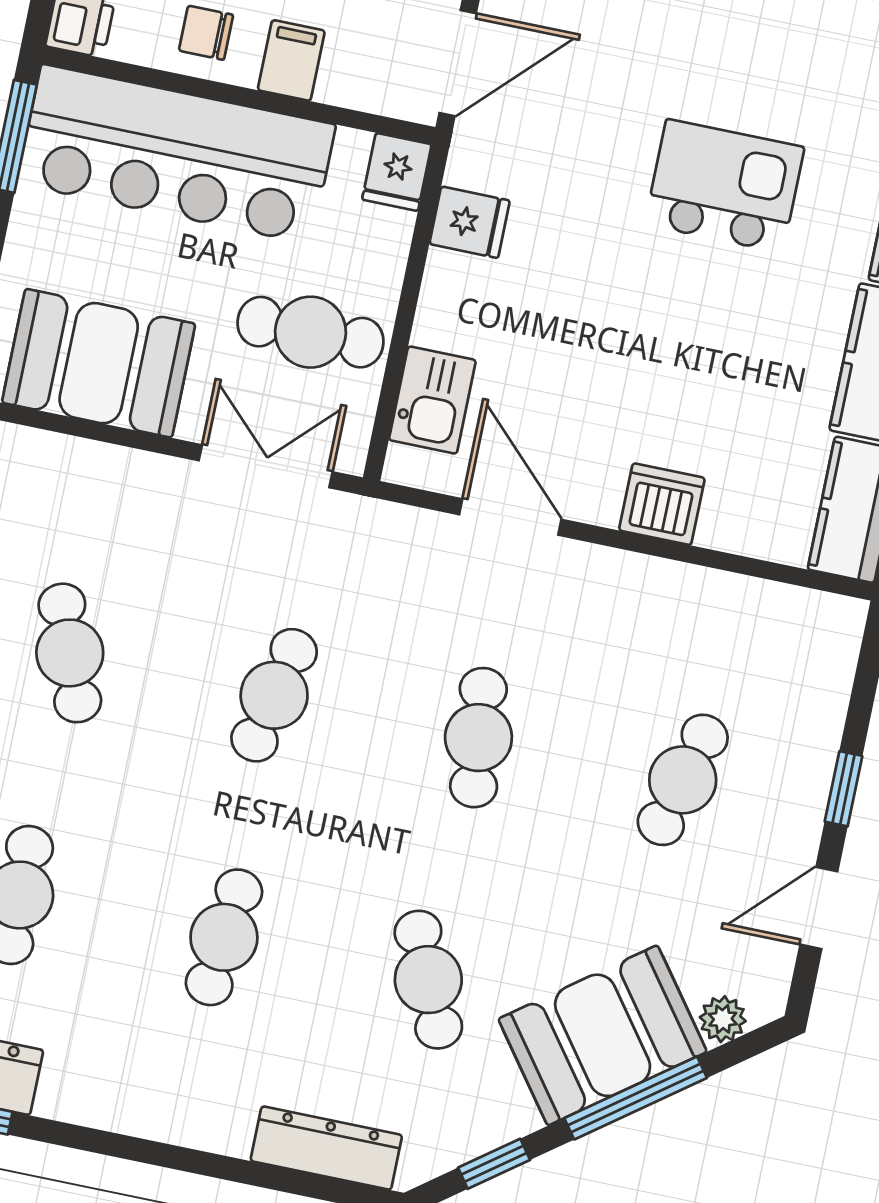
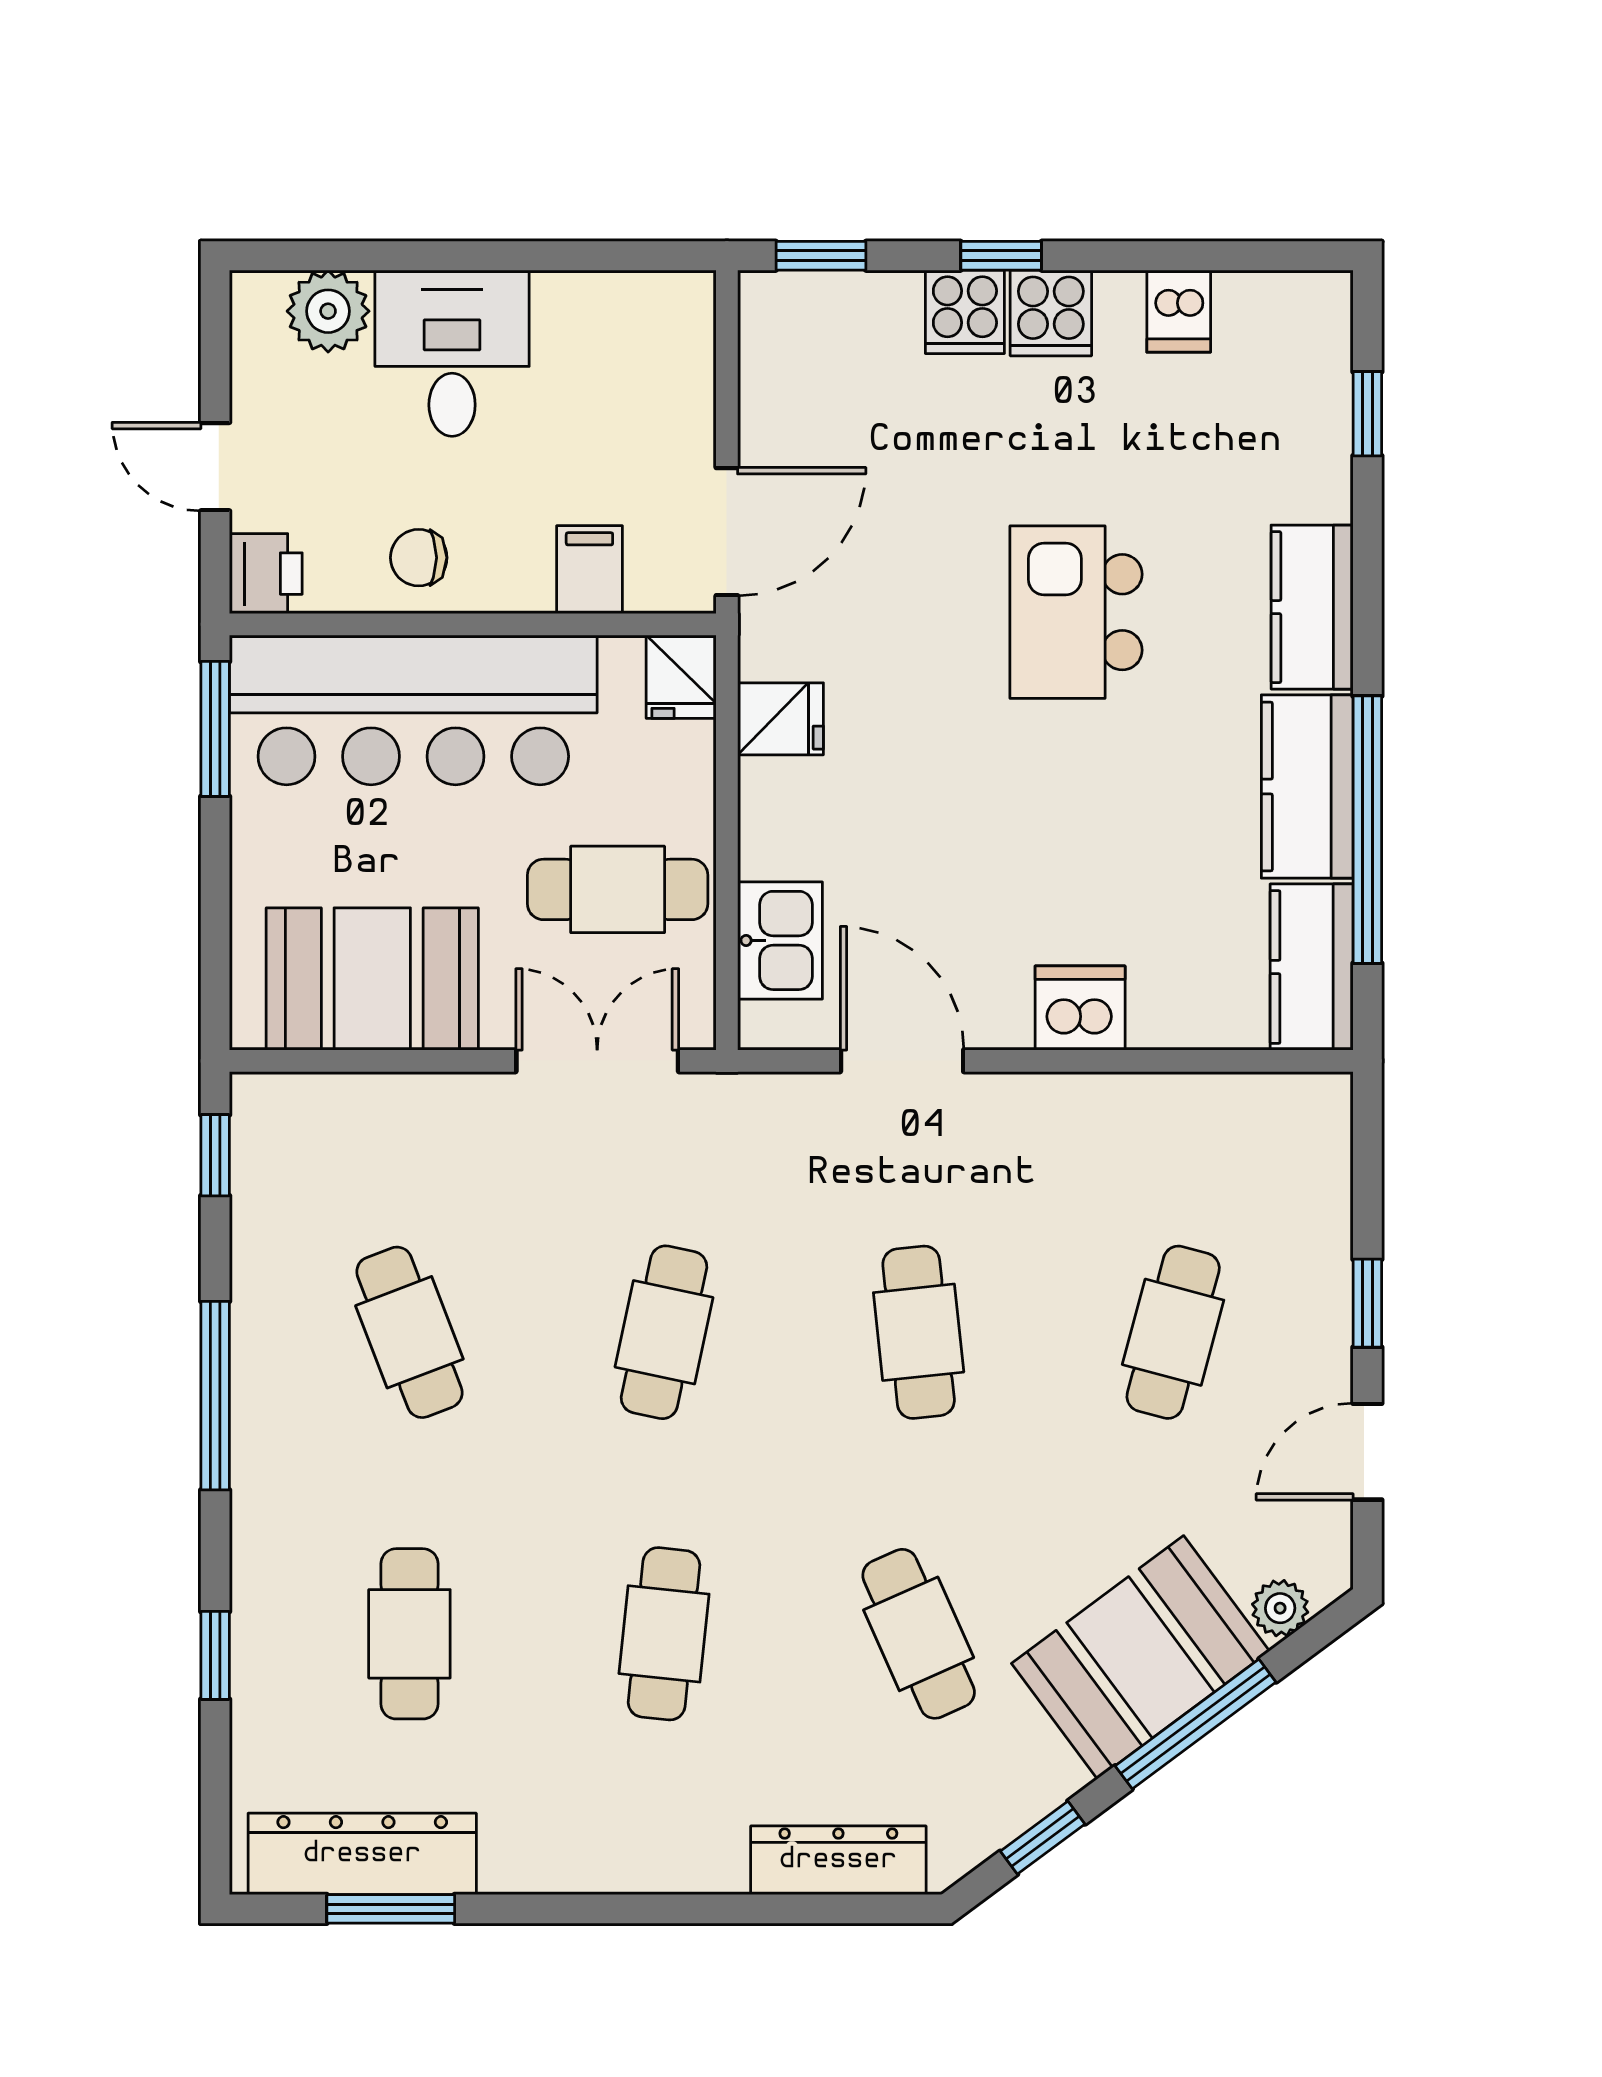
filing cabinet: (291, 60) -> (589, 570), moved
kitchen island: (724, 186) -> (1076, 612), turned -90

